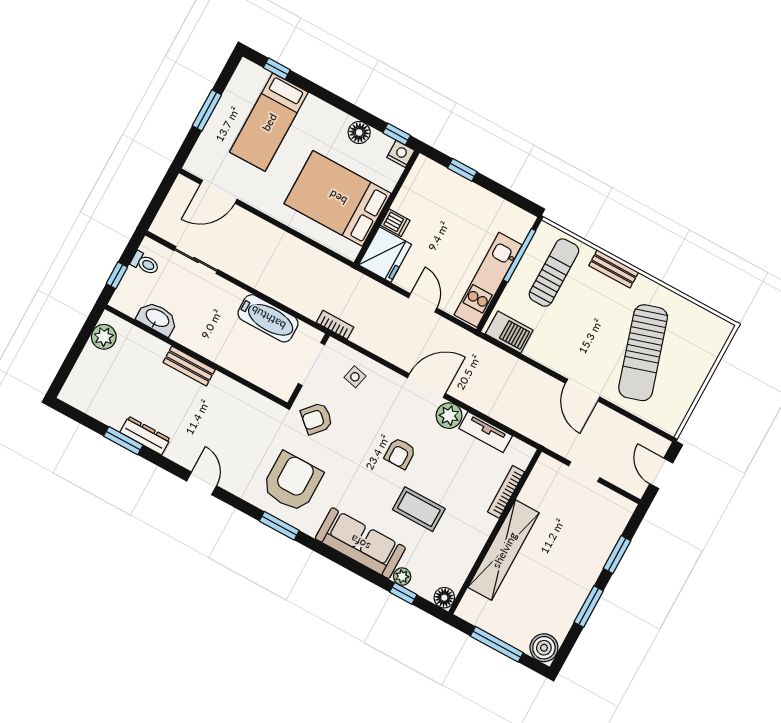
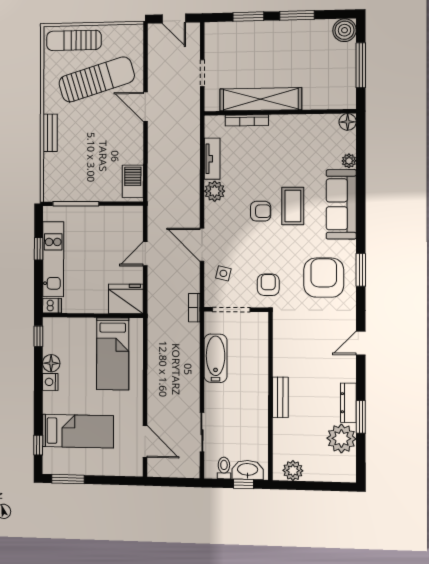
window: (207, 110) -> (68, 479), moved
nightstand: (401, 154) -> (50, 382), moved
window: (462, 170) -> (39, 249), moved
bed: (338, 198) -> (113, 354), width x0.67
dishwasher: (395, 223) -> (52, 306), moved, turned 90
sun lounger: (554, 273) -> (74, 40), moved
kitchen unit: (488, 280) -> (53, 259), moved, turned -90
washbasin: (157, 318) -> (248, 470), moved, turned 90
door: (426, 386) -> (202, 245), moved
door: (583, 390) -> (145, 107), swing flipped
plant: (111, 408) -> (341, 438), added
armchair: (317, 419) -> (268, 285), turned -132
door: (661, 473) -> (174, 19), hinge flipped
armchair: (292, 482) -> (324, 278), turned 90
coffee table: (419, 509) -> (293, 206), moved
shelving: (504, 550) -> (261, 99), moved
window: (403, 593) -> (361, 153), removed

